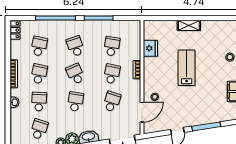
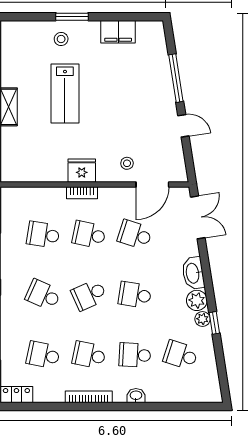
school desk: (75, 46) -> (43, 295), turned 42
fridge: (150, 48) -> (82, 171), moved
lab bench: (187, 68) -> (65, 93), moved, turned -90
door: (142, 112) -> (152, 184), swing flipped

